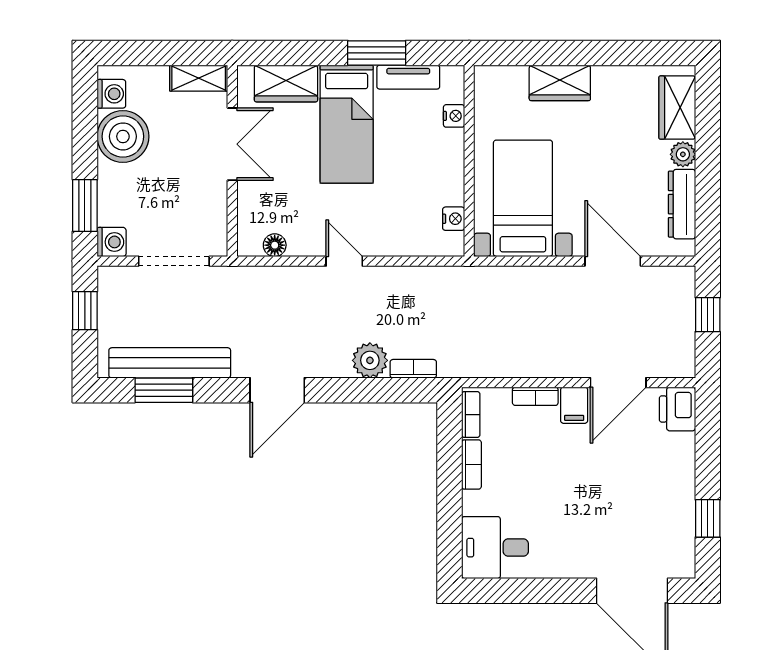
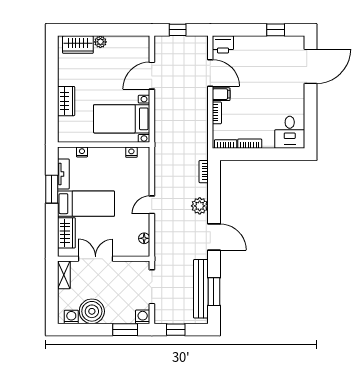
dresser: (682, 204) -> (124, 42), removed
plant: (370, 360) -> (200, 206), moved

